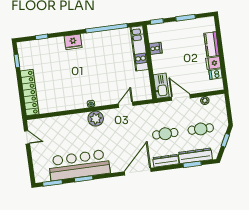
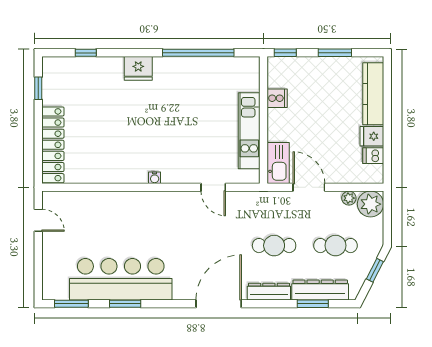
kitchen counter: (212, 44) -> (373, 94), width x1.50
kitchen unit: (139, 48) -> (249, 131), moved
door: (126, 105) -> (213, 187), swing flipped
plant: (96, 119) -> (371, 204), moved

